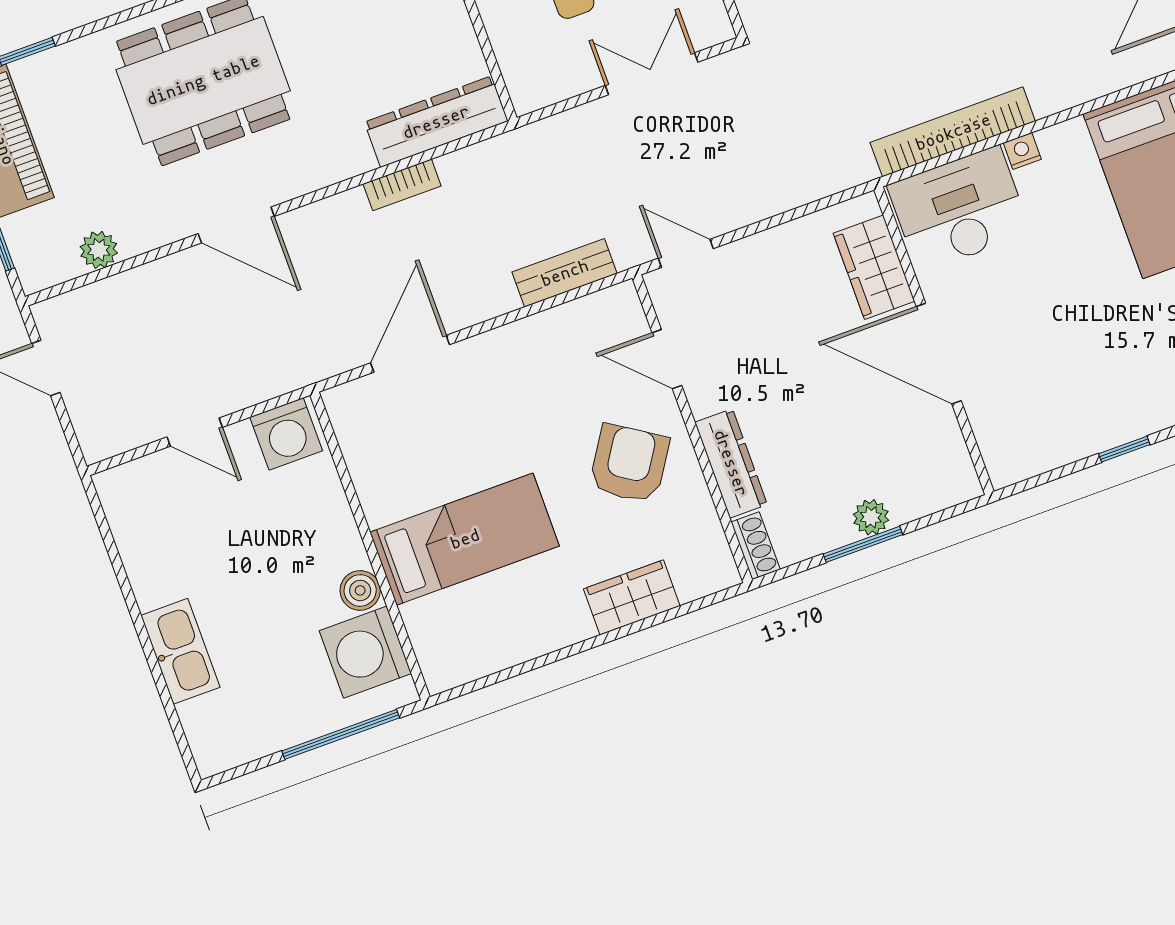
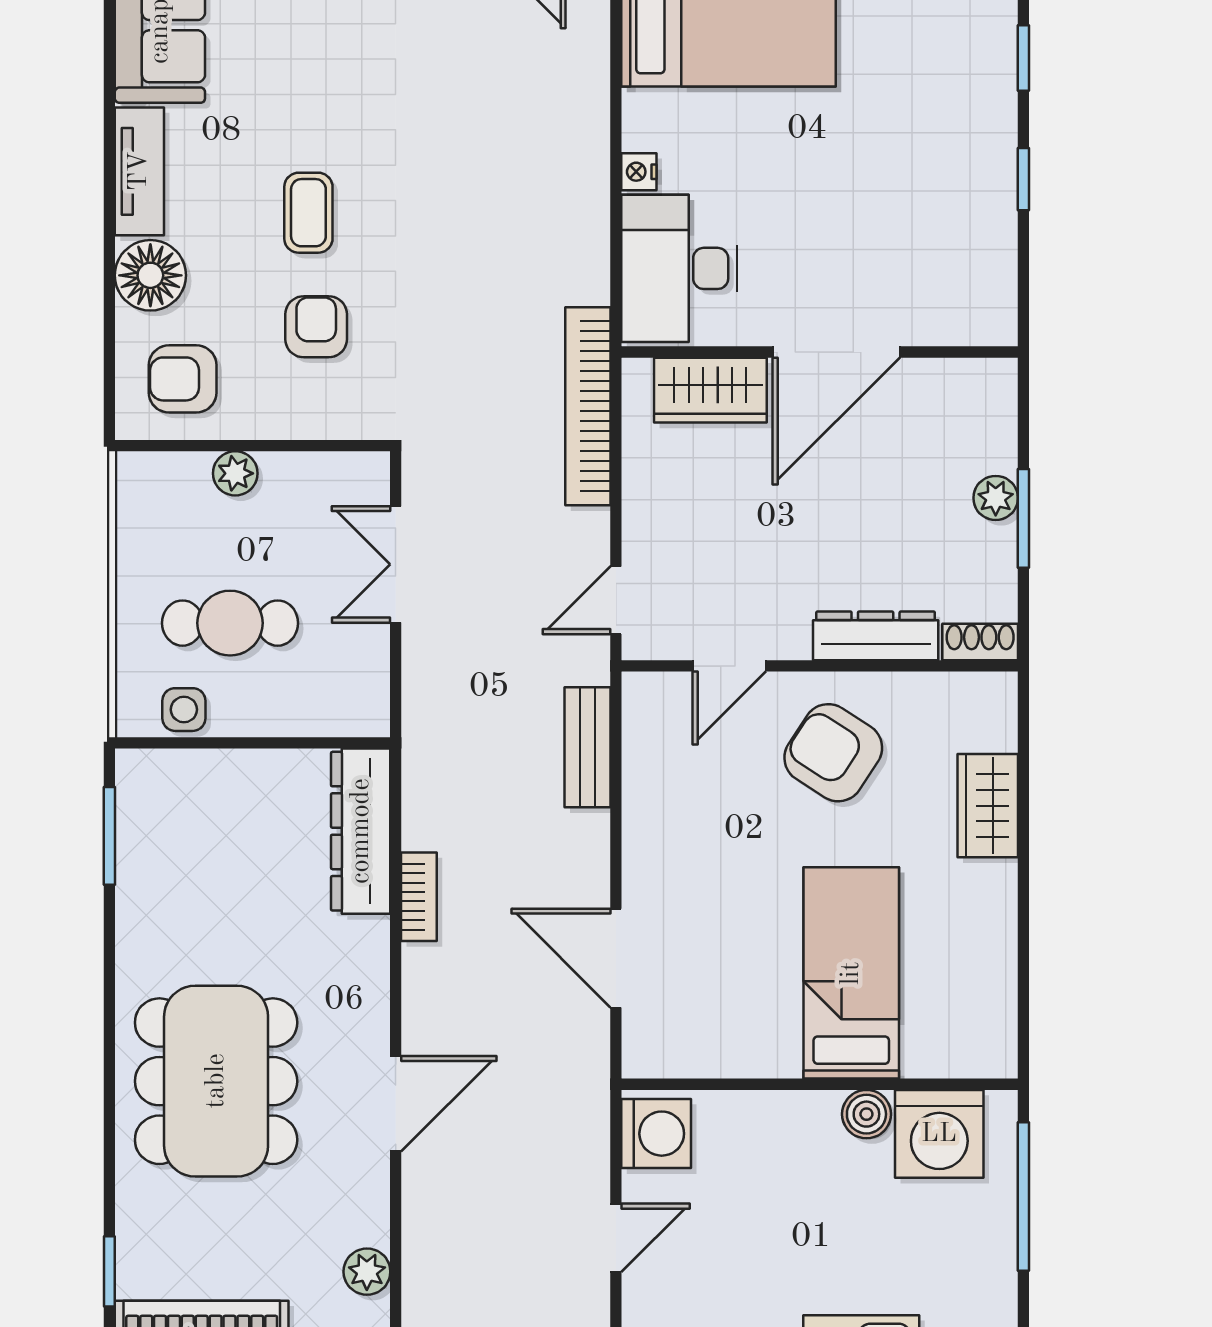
bookcase: (953, 132) -> (588, 406), moved

